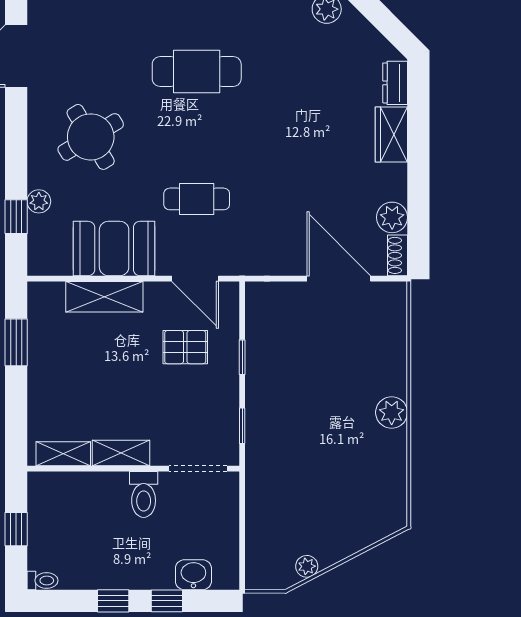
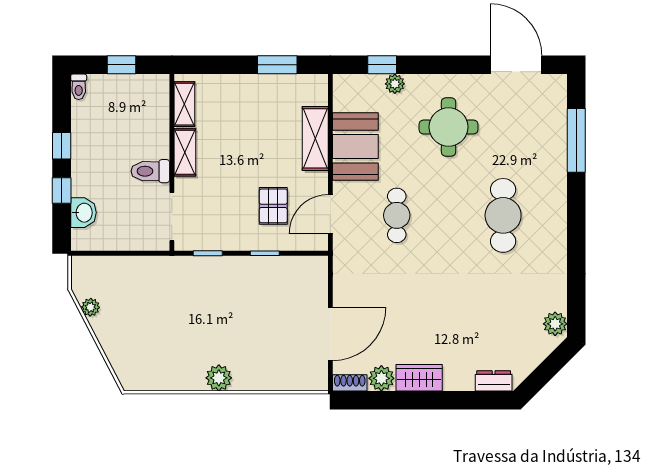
wardrobe: (391, 135) -> (419, 378), moved
round table: (91, 137) -> (449, 127), turned 31

